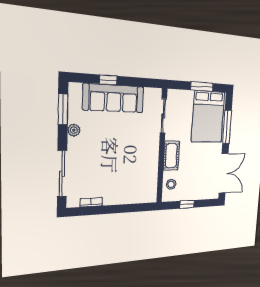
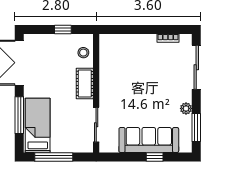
window: (202, 87) -> (54, 157), width x1.44
bed: (208, 117) -> (38, 125), width x0.67

